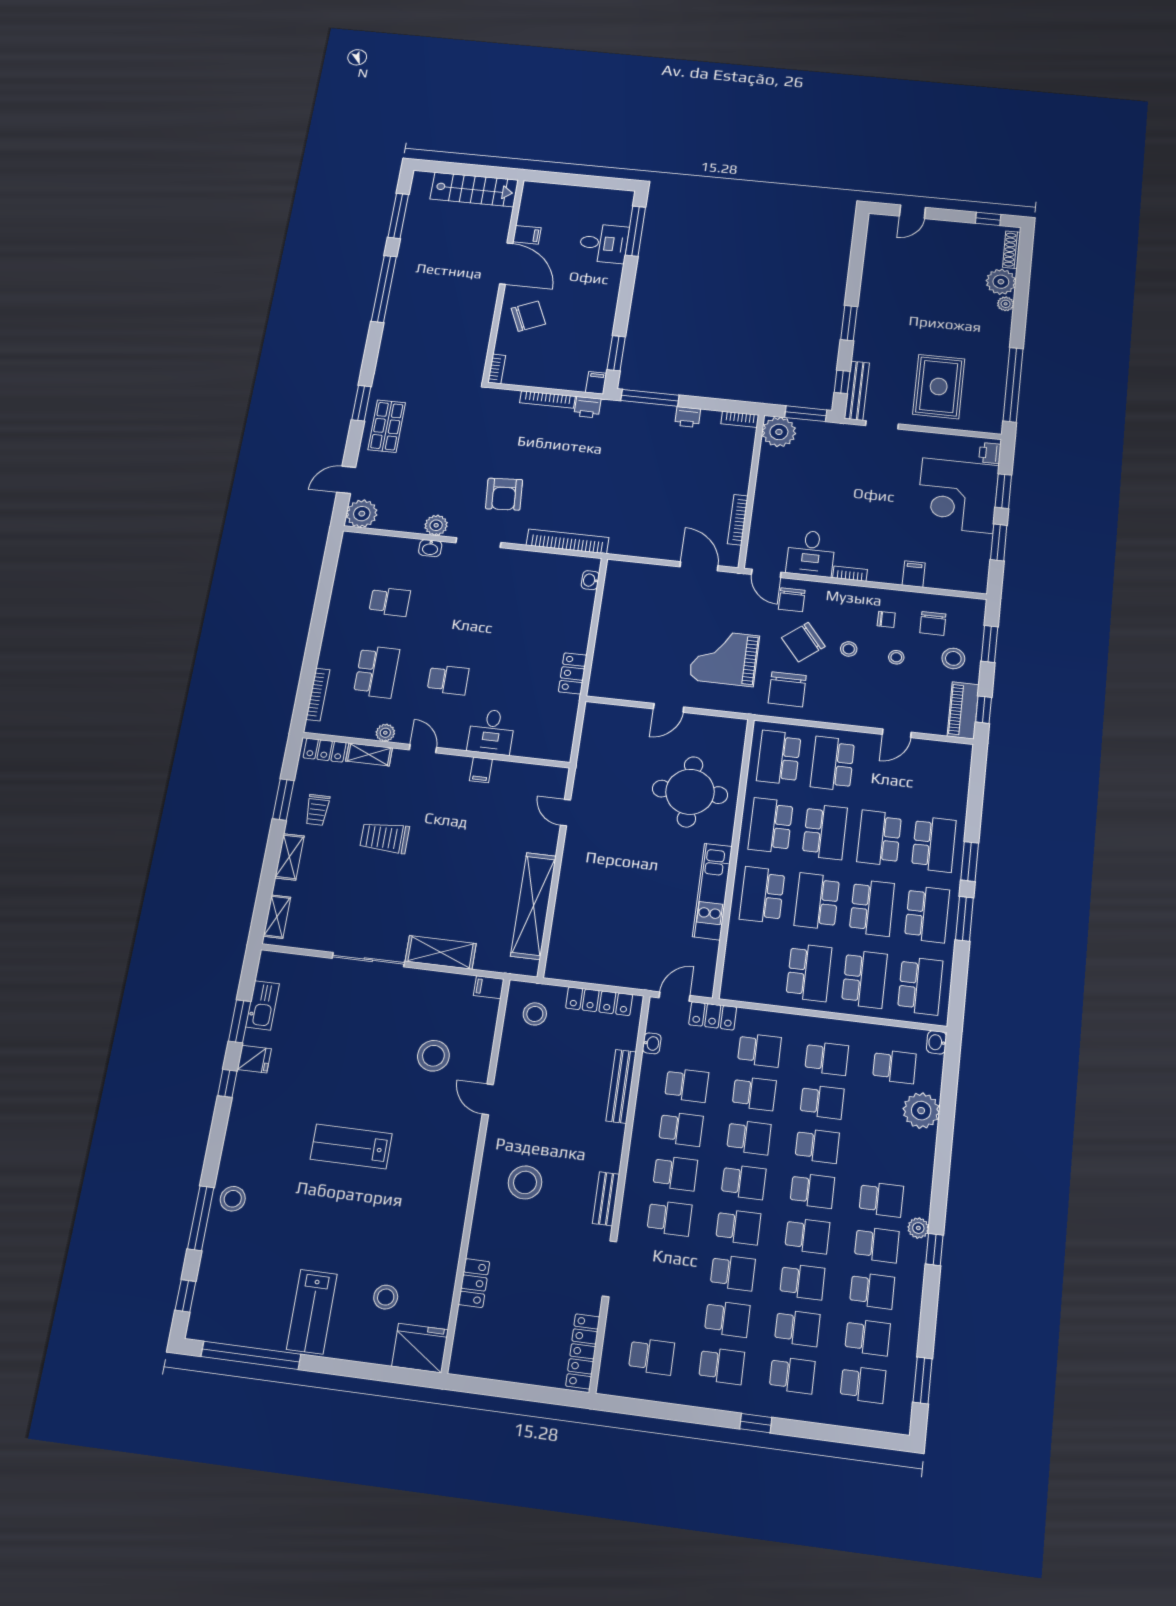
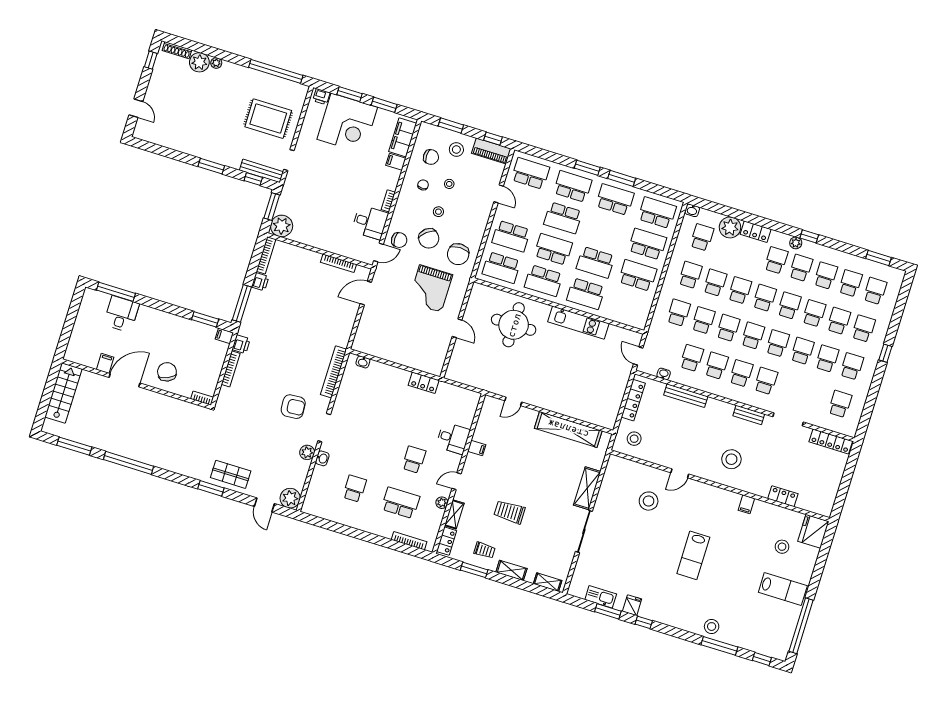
bookcase: (740, 419) -> (266, 255), width x1.56
filing cabinet: (954, 577) -> (403, 137), added
chair: (787, 689) -> (458, 254), turned 90
trolley: (385, 838) -> (510, 512), turned 90
school desk: (872, 908) -> (530, 173), moved
filing cabinet: (489, 987) -> (746, 504), moved
locker: (713, 1016) -> (756, 232), moved, turned 90

